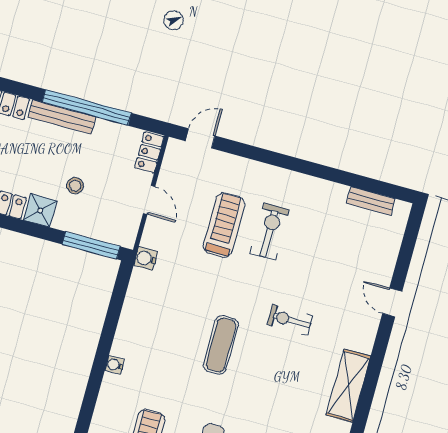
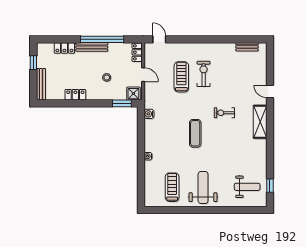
door: (200, 138) -> (159, 39), hinge flipped
shower: (40, 210) -> (133, 94), moved
window: (91, 245) -> (122, 103), width x0.69
water cooler: (146, 258) -> (149, 114), moved
shelving: (348, 386) -> (260, 122), moved

